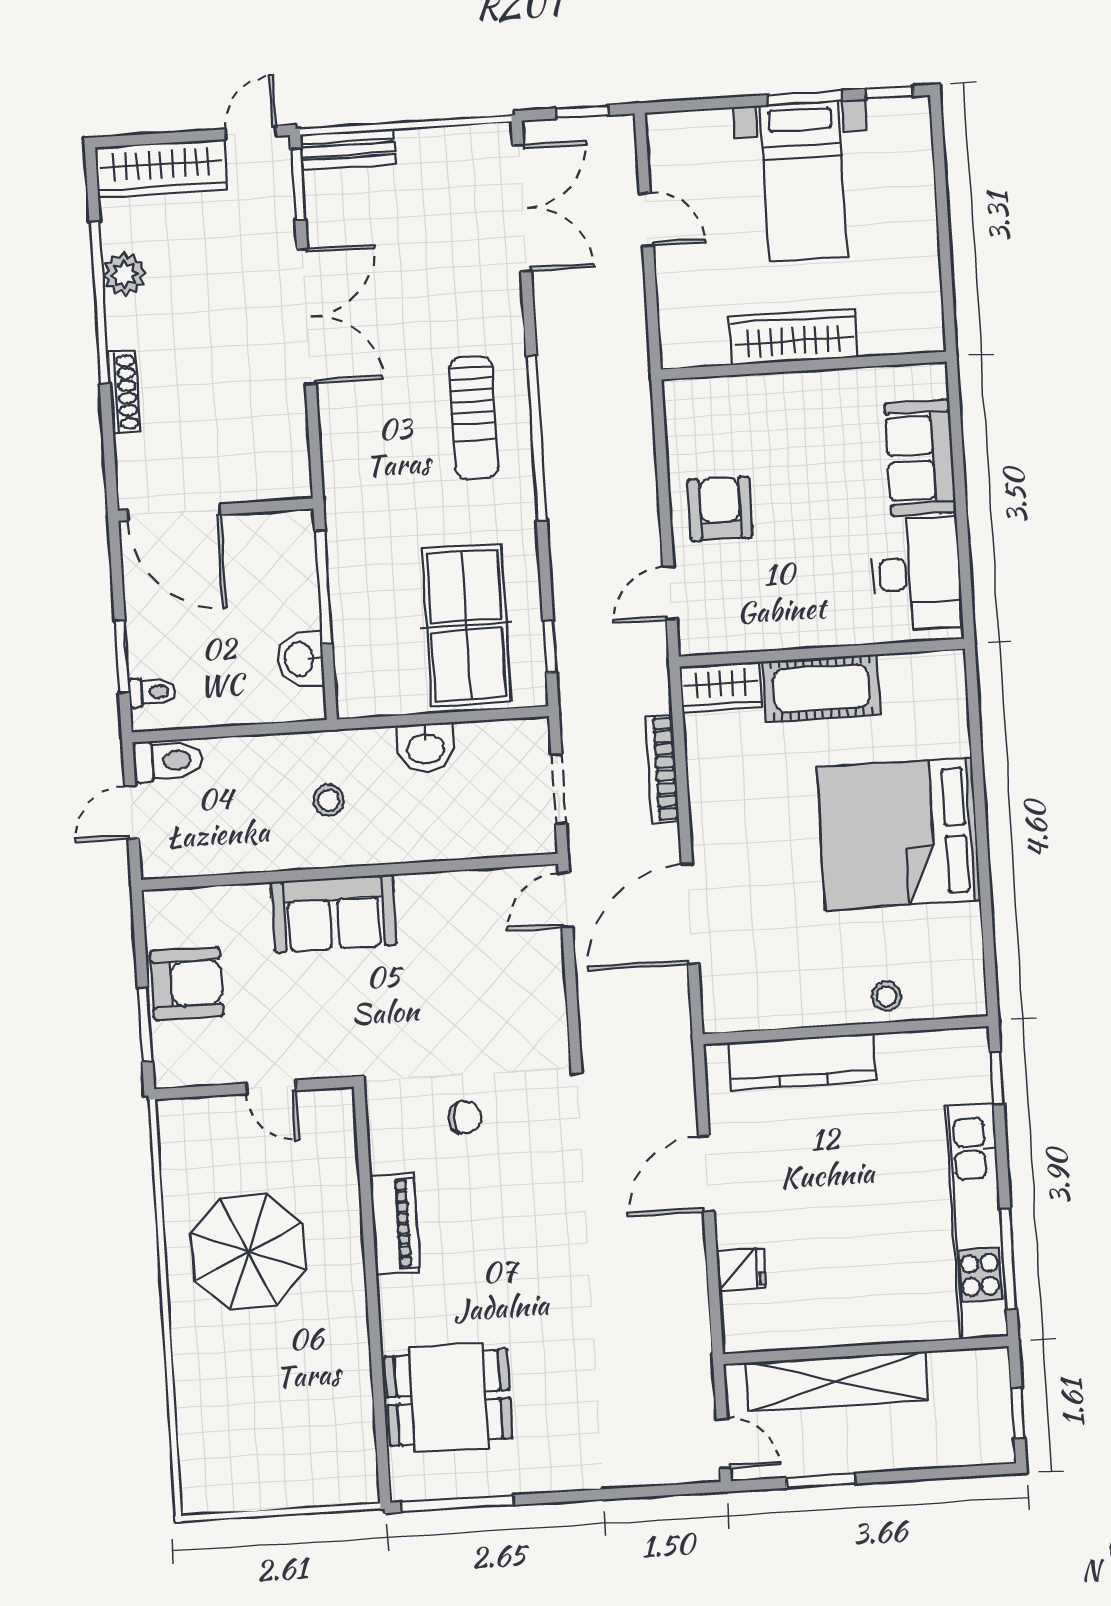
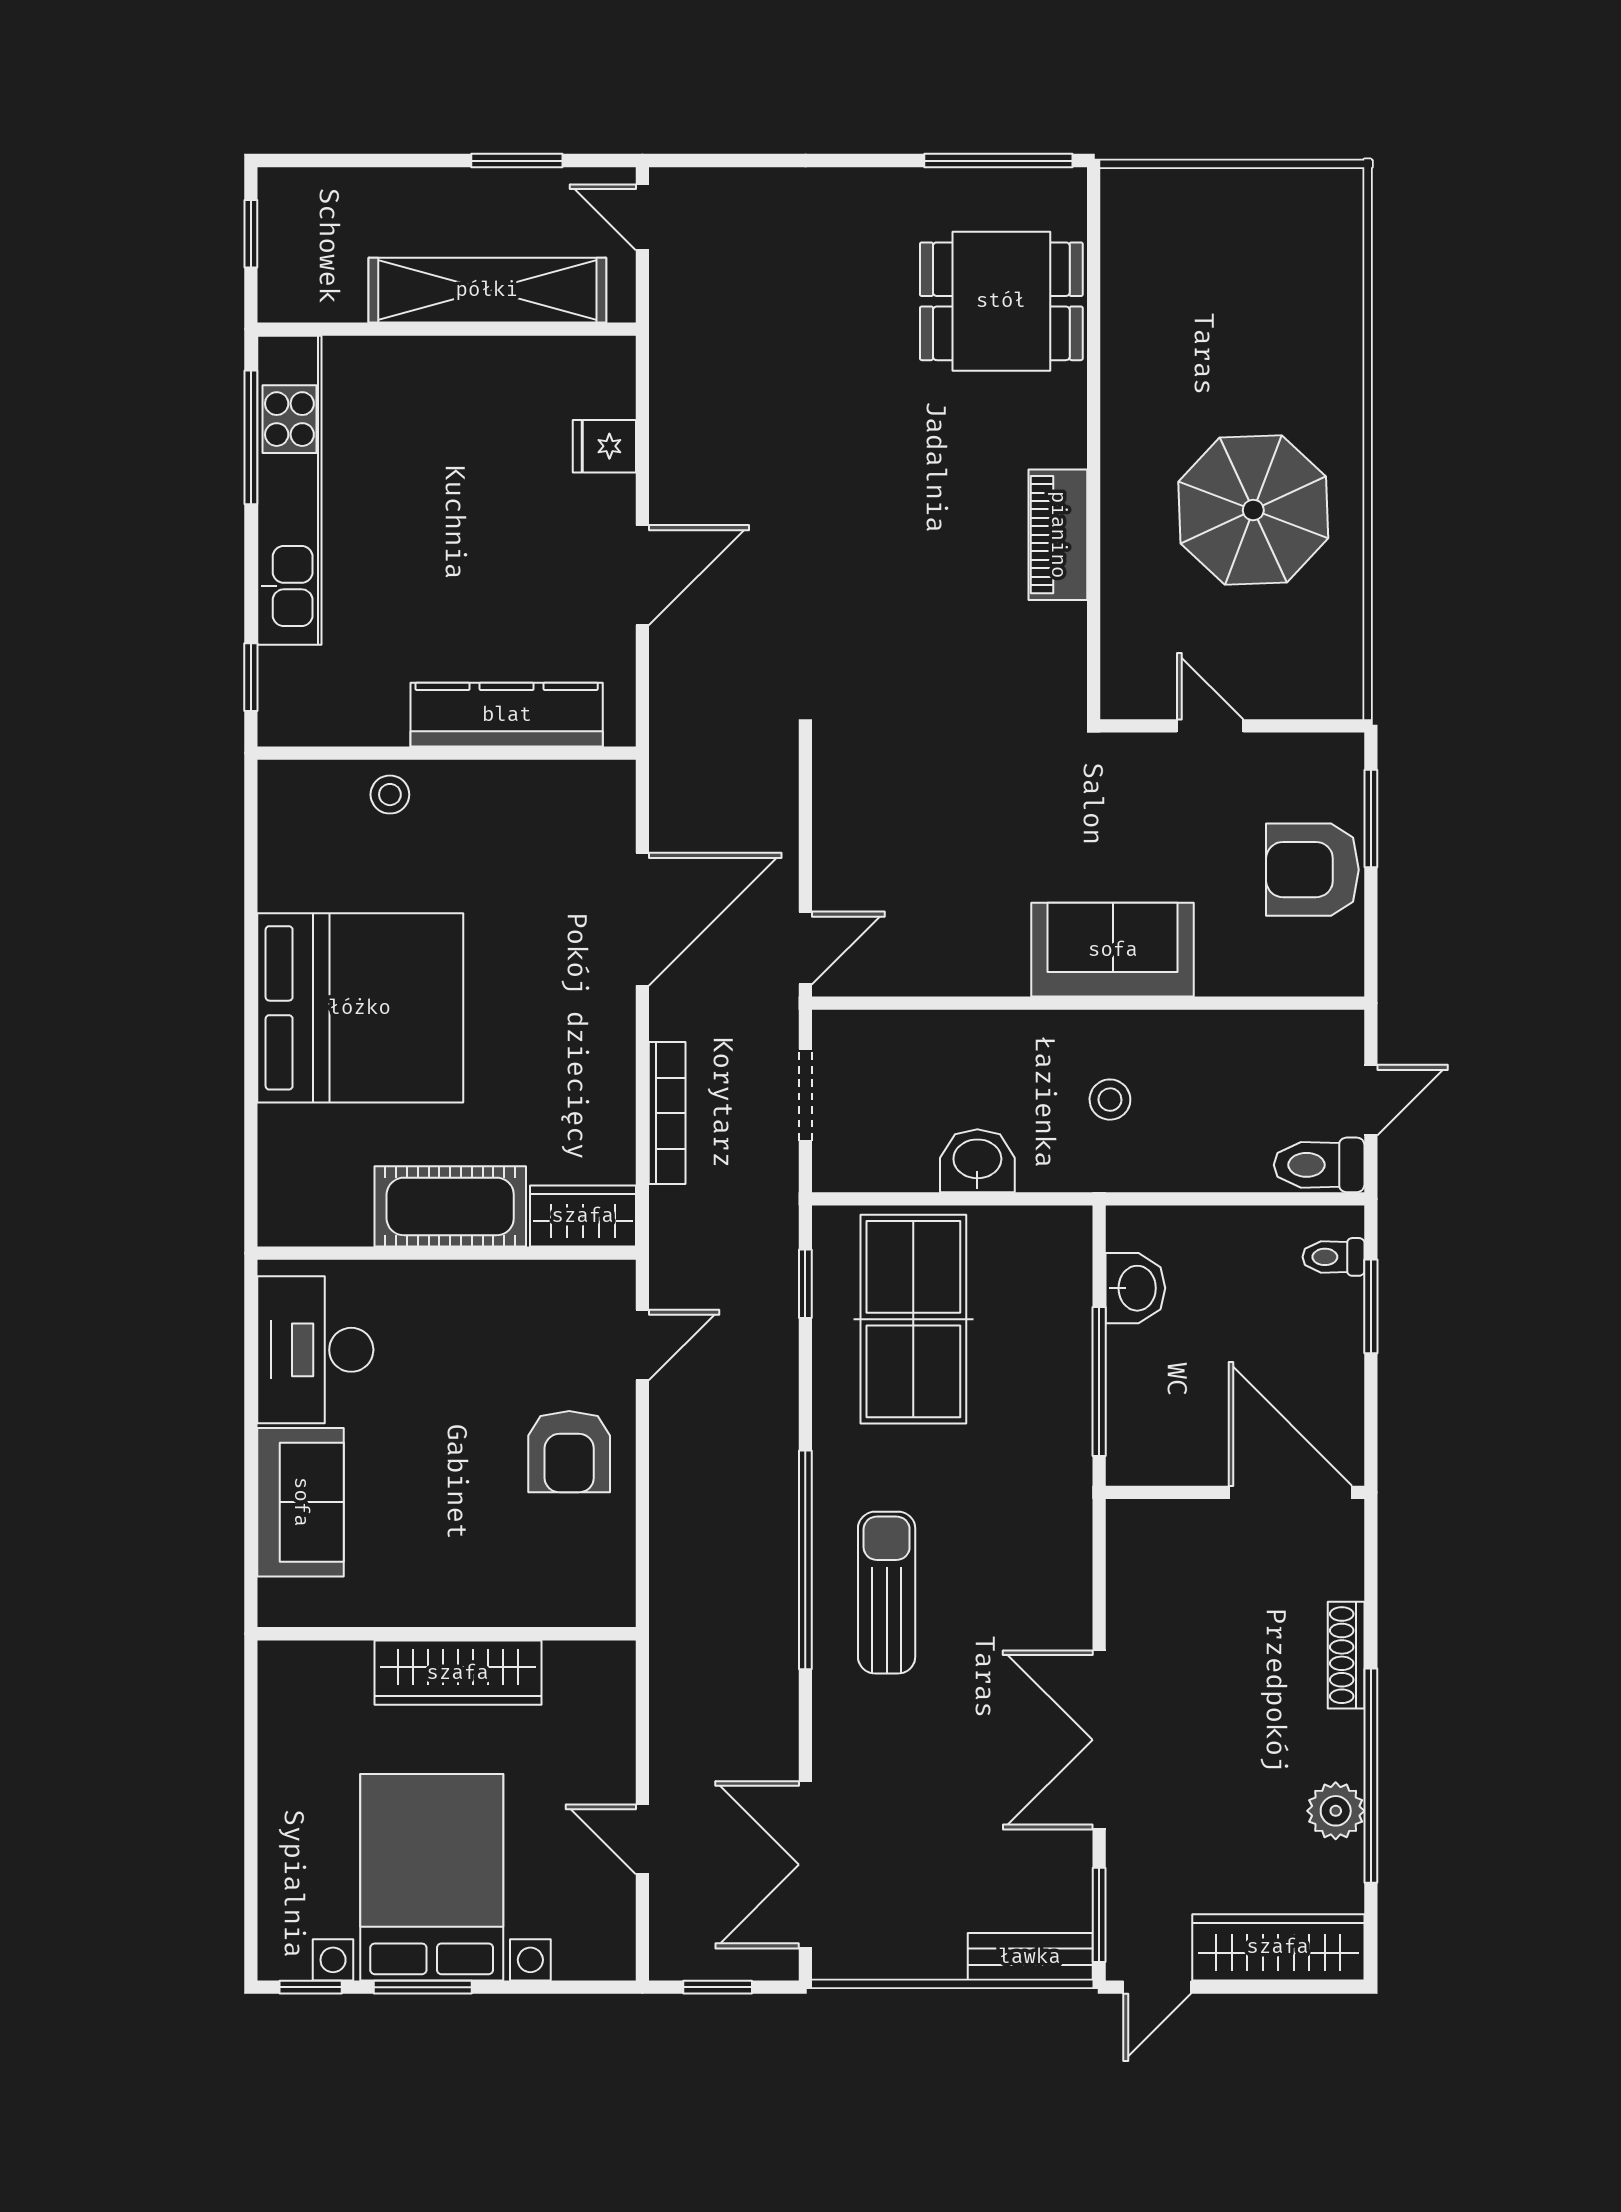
bed with nightstands: (804, 181) -> (432, 1877), width x1.36
chair: (465, 1117) -> (956, 670), removed

